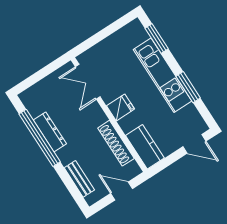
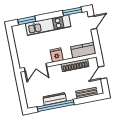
window: (188, 87) -> (72, 11), moved

